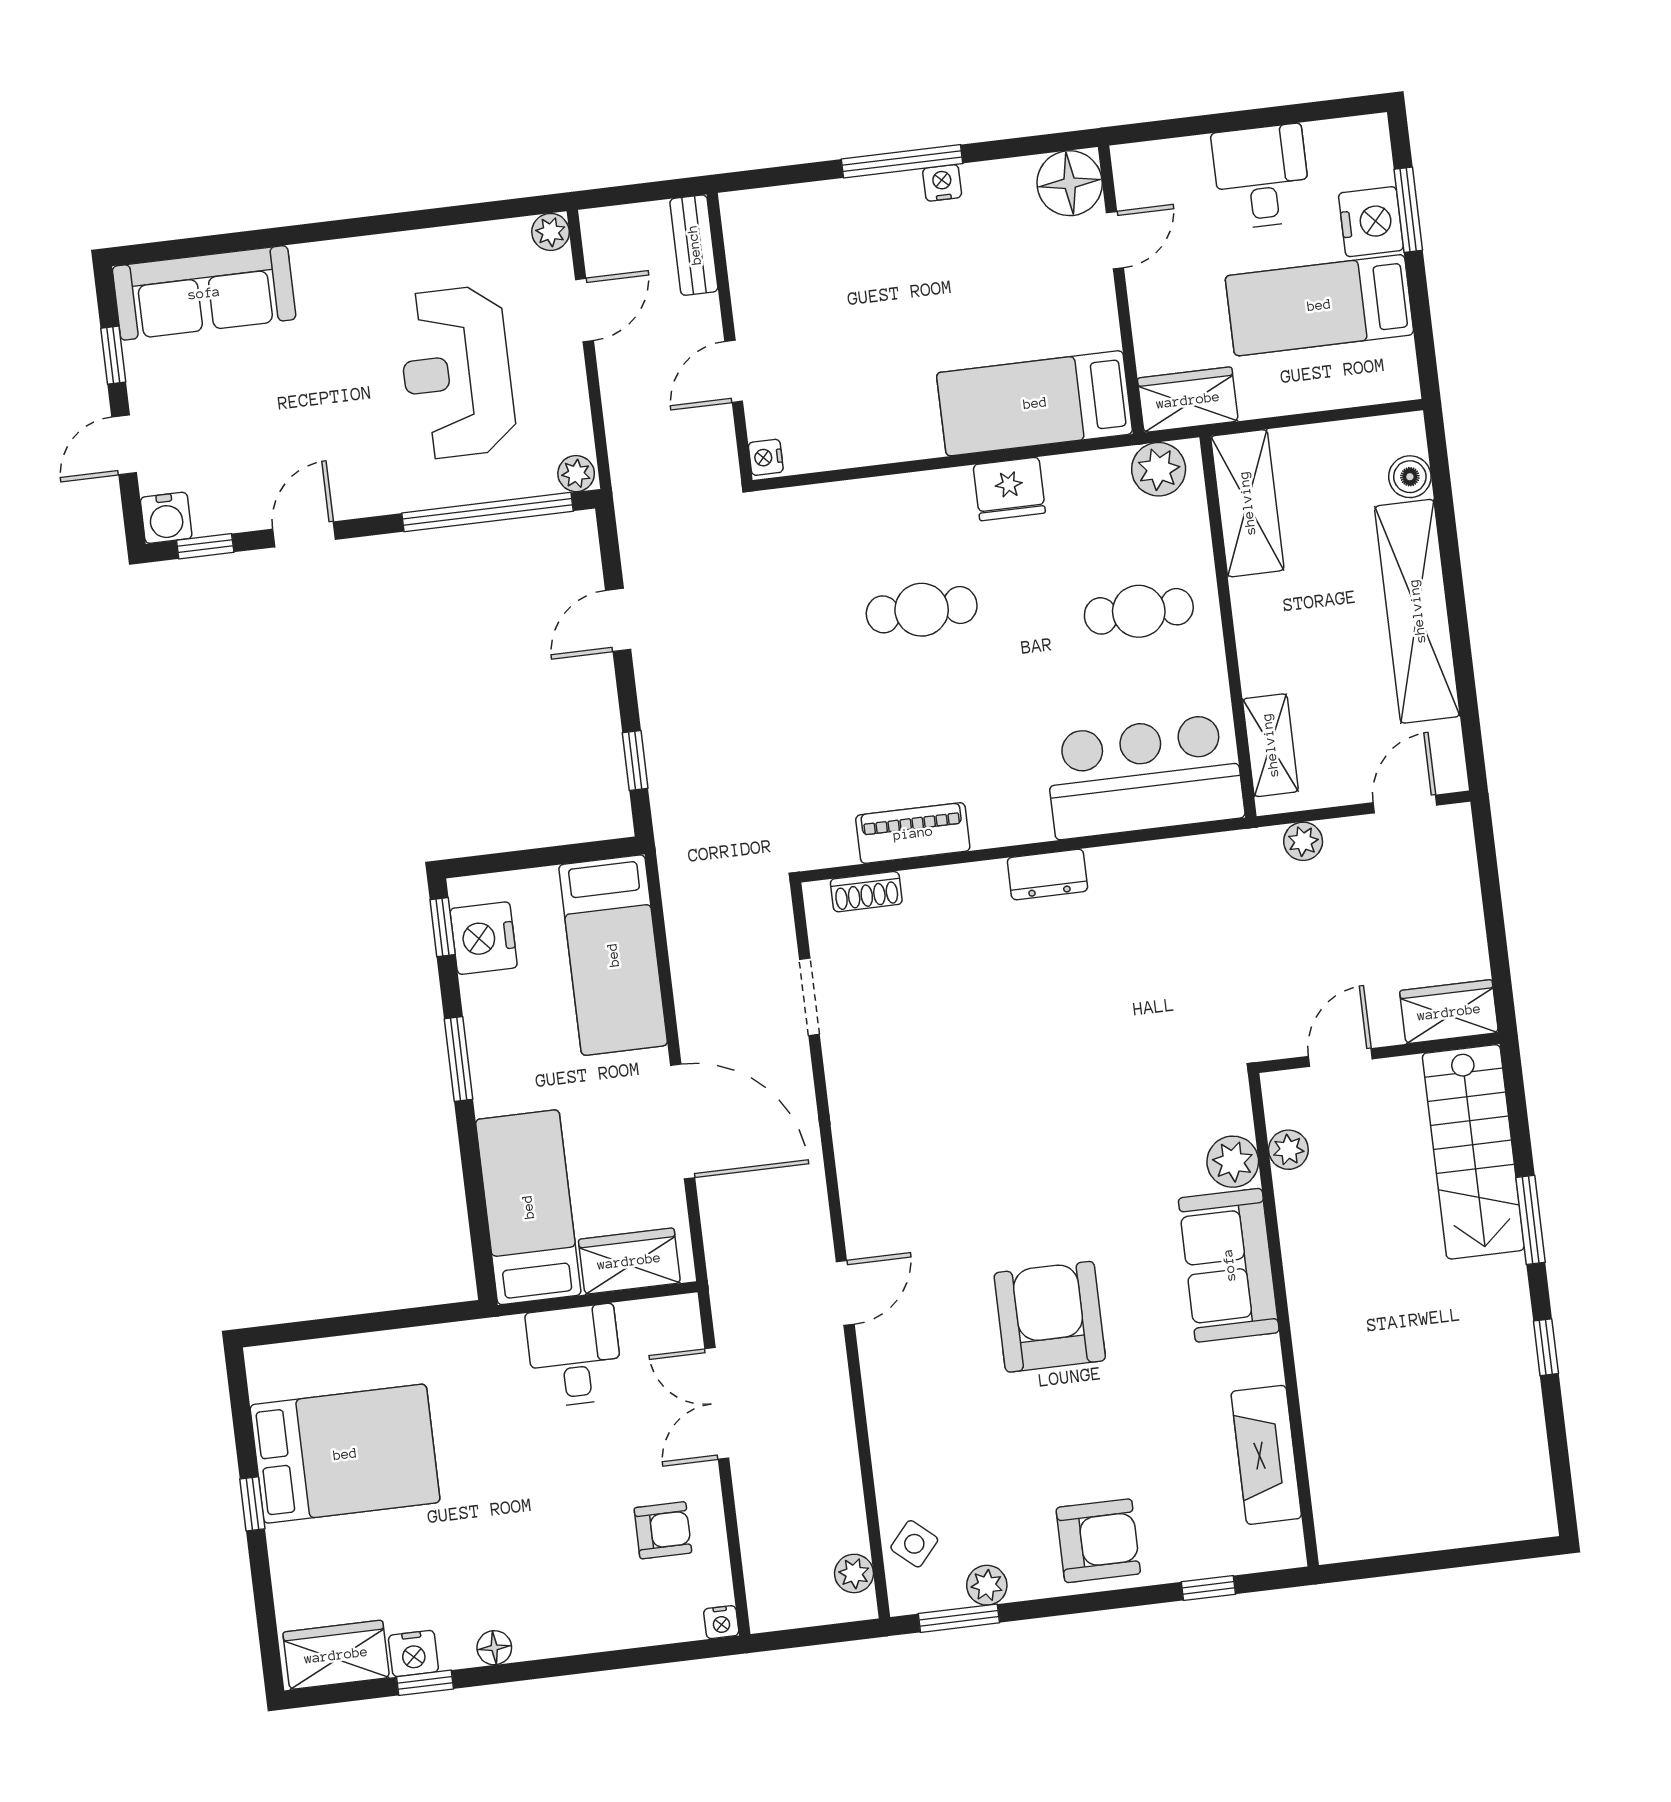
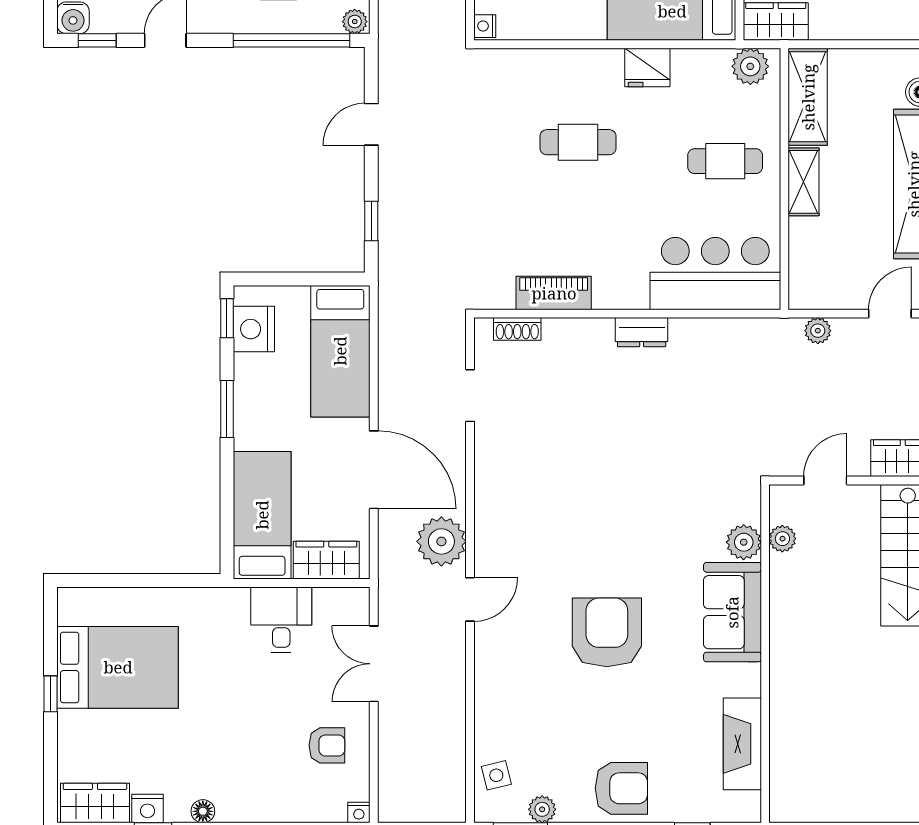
shelving: (1270, 745) -> (804, 182), moved
side table: (914, 1544) -> (496, 775), turned 35
plant: (854, 1573) -> (441, 541), moved, width x1.87, depth x1.87

